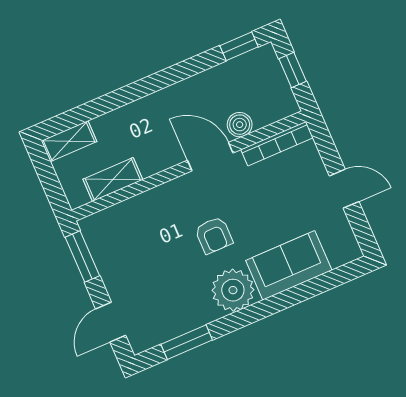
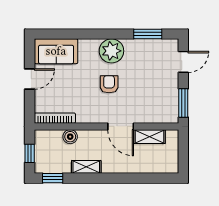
shelving: (69, 141) -> (86, 167), moved
door: (210, 157) -> (121, 126), moved
door: (344, 189) -> (30, 79), swing flipped
sofa: (289, 265) -> (56, 51), moved

